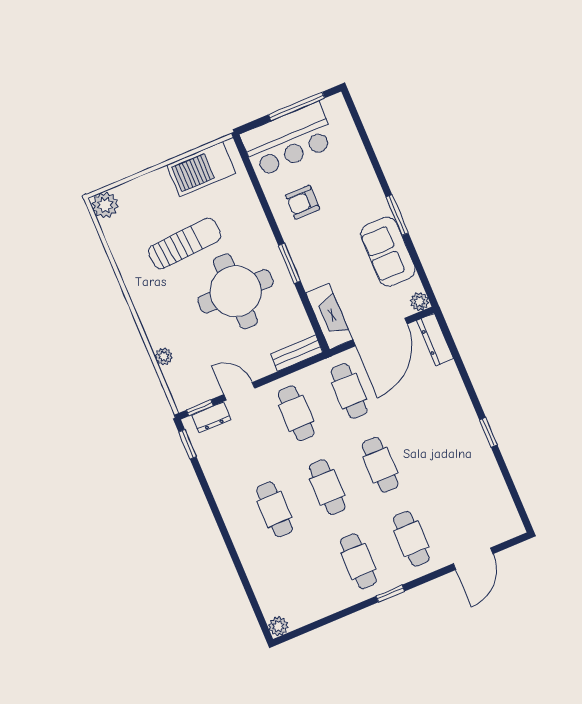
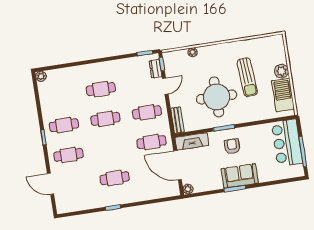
armchair: (303, 202) -> (232, 146), moved
plant: (105, 205) -> (282, 71), moved
sofa: (388, 252) -> (240, 176), moved
dresser: (435, 340) -> (167, 192), removed
cafe table: (380, 465) -> (115, 178), moved

